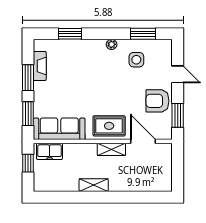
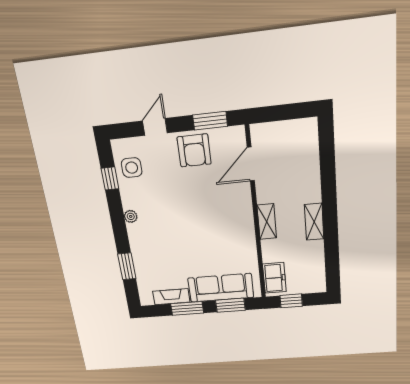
window: (143, 34) -> (110, 179), width x0.67
side table: (136, 60) -> (132, 168), moved
rug: (109, 126) -> (235, 210), removed
sofa: (59, 129) -> (221, 288), moved, turned 90
shelving: (111, 149) -> (267, 222), moved

